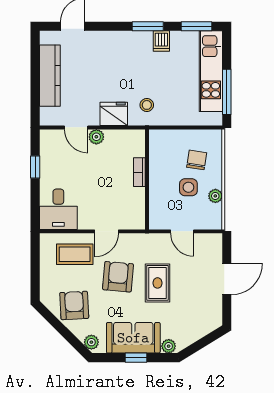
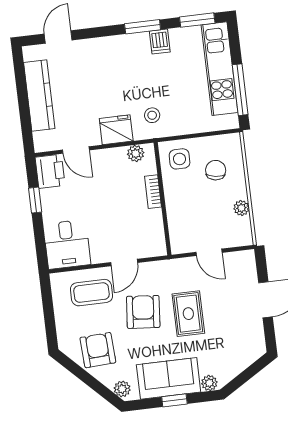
plant: (96, 137) -> (136, 153), moved
printer: (51, 143) -> (50, 171), added
side table: (188, 187) -> (180, 159), moved

